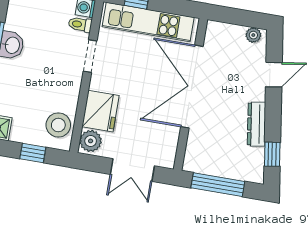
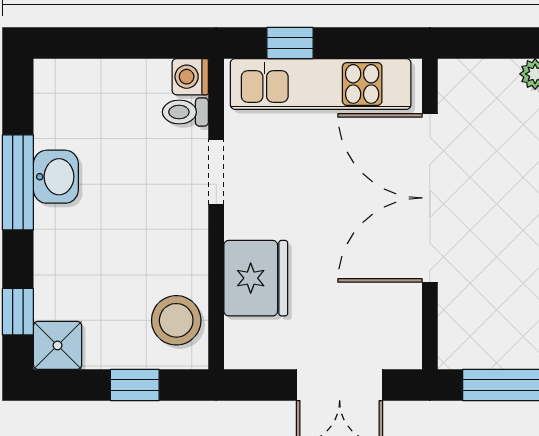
plant: (91, 141) -> (246, 341), removed

